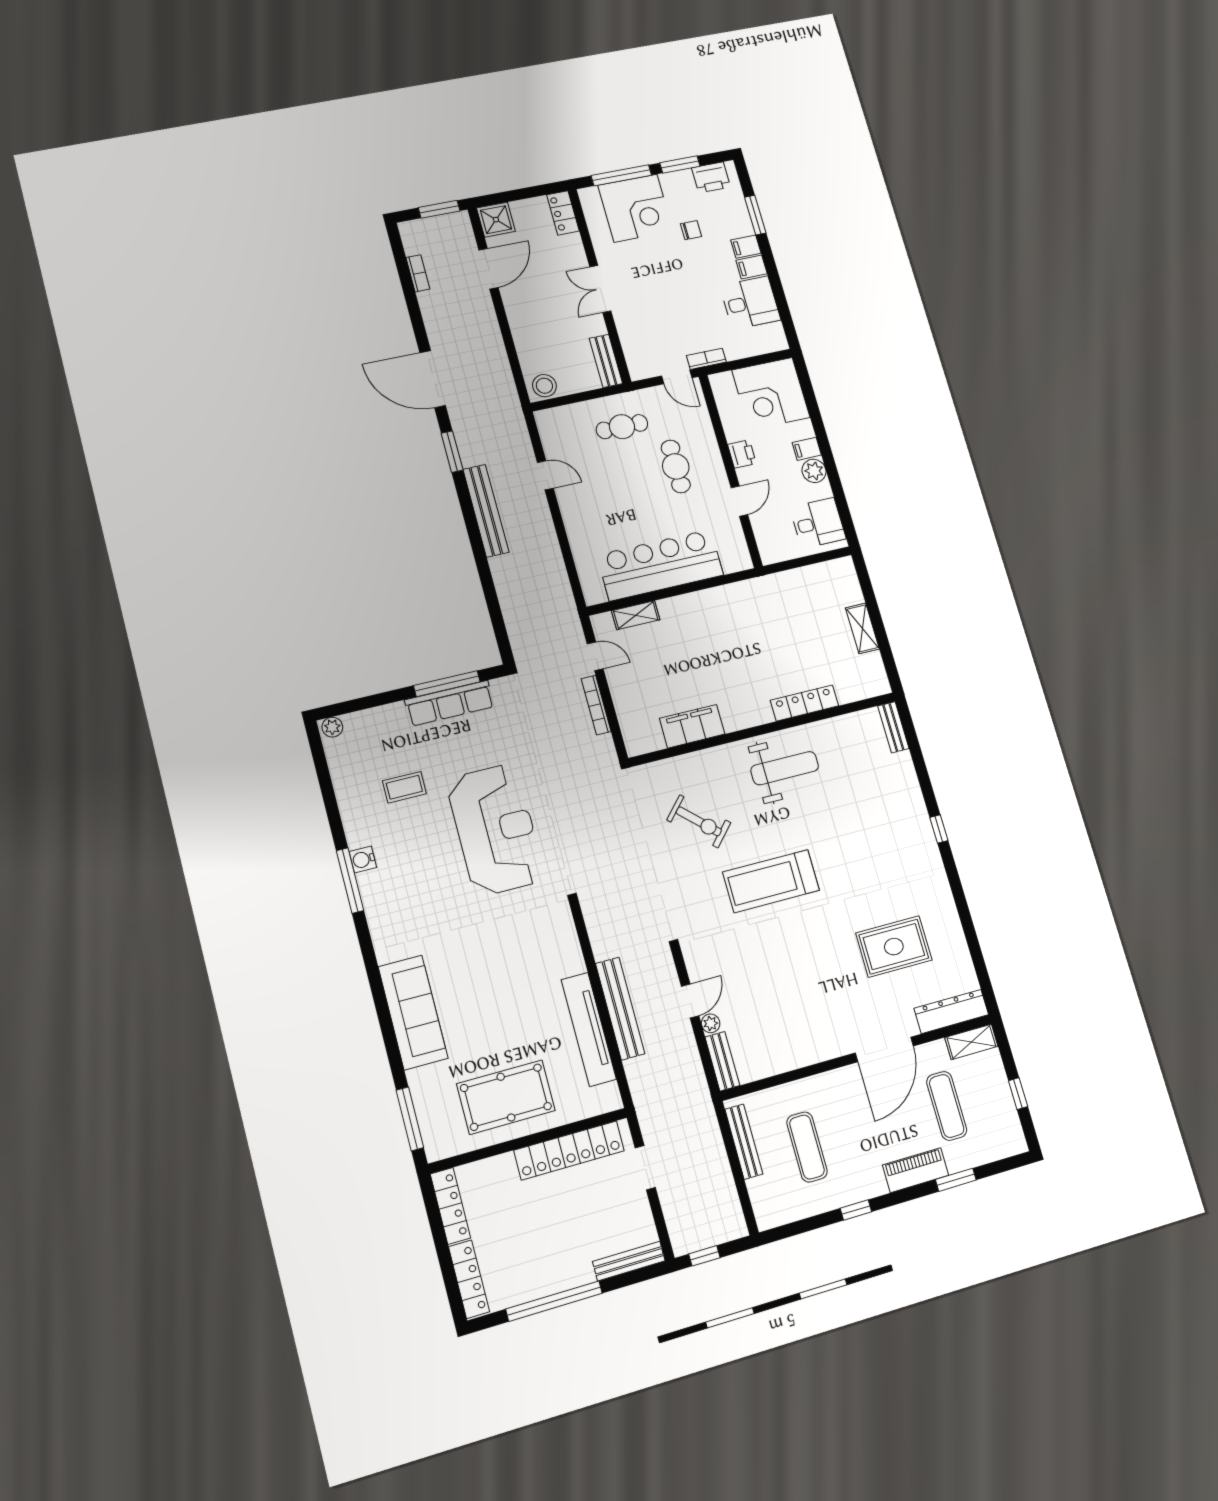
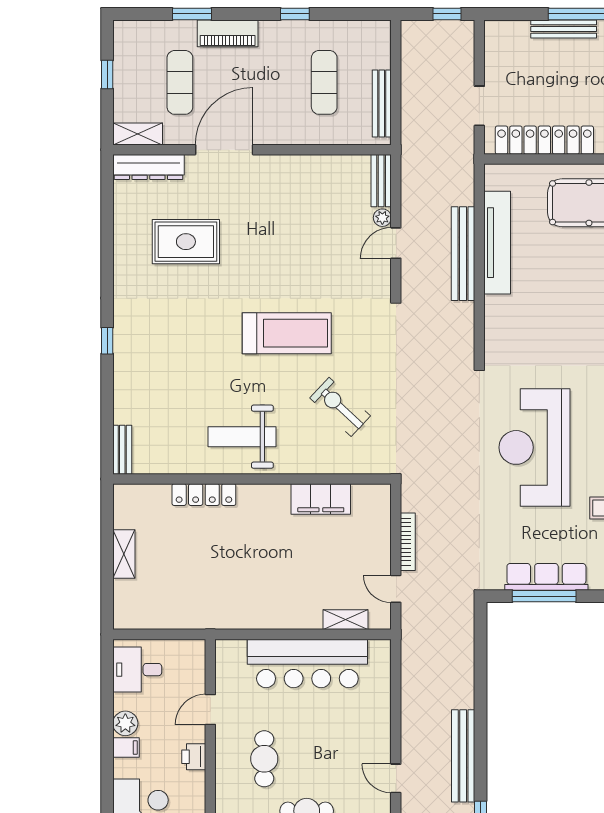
bench: (629, 1261) -> (564, 29), moved

